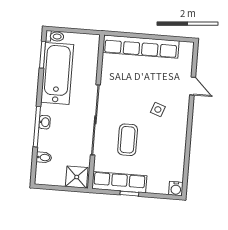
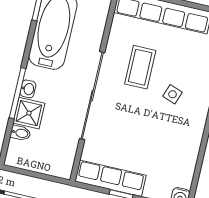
coffee table: (128, 140) -> (140, 67), moved
shower: (77, 177) -> (29, 113), moved

